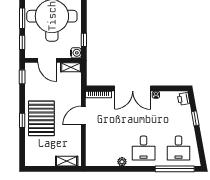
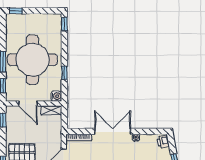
window: (84, 40) -> (64, 73), moved
double door: (133, 88) -> (113, 131), swing flipped

